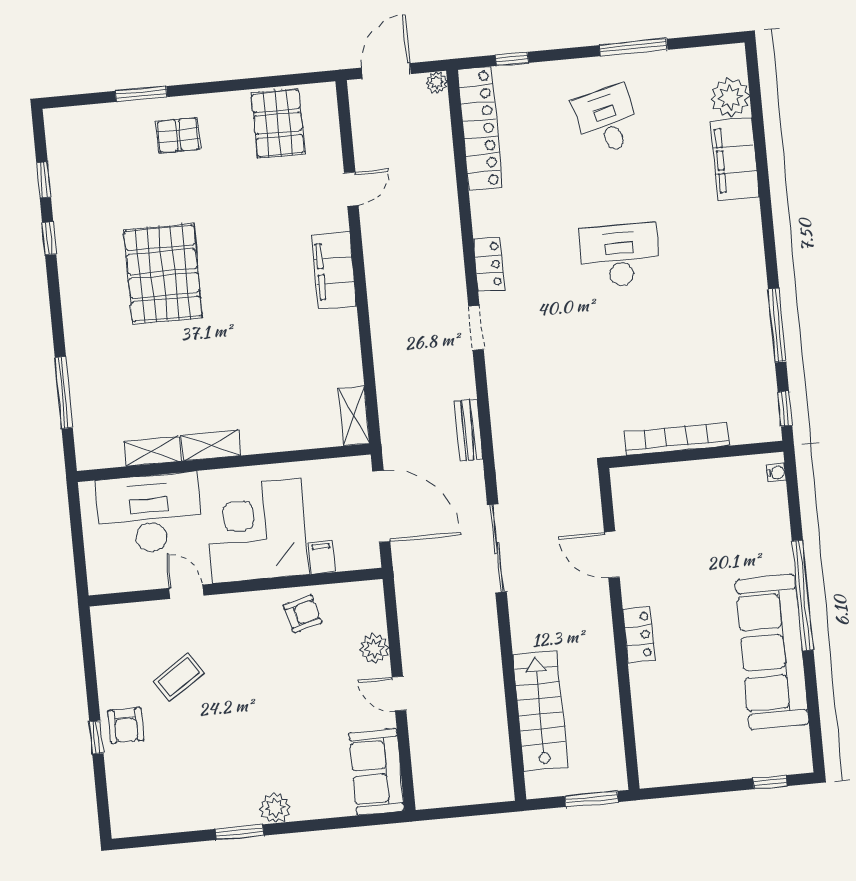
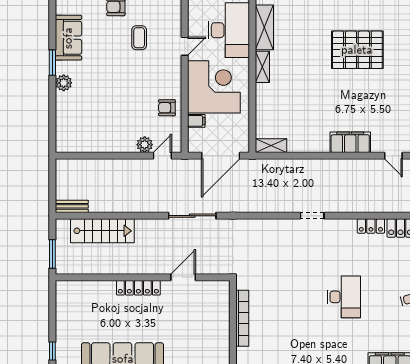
locker: (489, 264) -> (371, 226), moved
bench: (468, 430) -> (72, 206), moved
shelving: (152, 451) -> (264, 27), width x1.50, depth x1.33
armchair: (303, 614) -> (167, 108), turned 105
locker: (639, 635) -> (138, 288), width x1.53
coffee table: (179, 677) -> (139, 38), turned 34
door: (399, 694) -> (162, 156), moved
sofa: (377, 772) -> (68, 38), moved, turned 90

